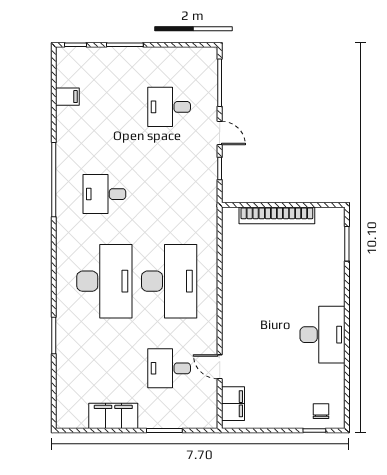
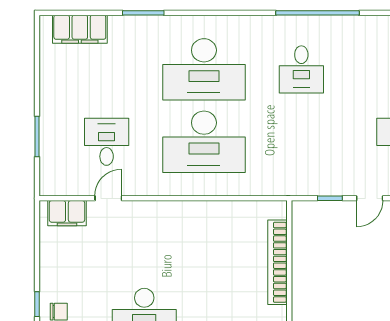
desk: (104, 194) -> (301, 69), turned 180
filing cabinet: (113, 416) -> (80, 29), moved, turned 90

